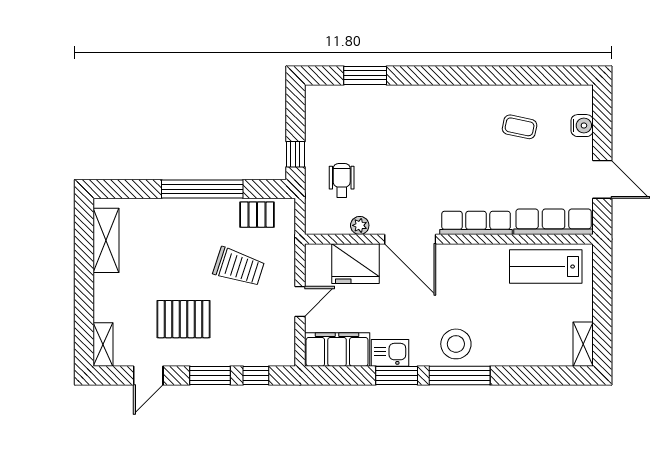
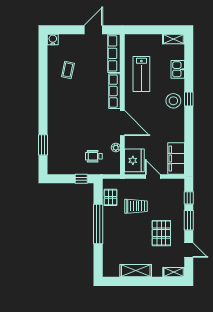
water cooler: (582, 126) -> (53, 40), moved
door: (410, 239) -> (122, 123), hinge flipped
shelving: (106, 240) -> (136, 271), moved
fridge: (356, 264) -> (134, 160), moved
trolley: (239, 267) -> (136, 206), turned 72
lab bench: (546, 267) -> (141, 74), moved
kitchen sink: (390, 353) -> (178, 69), moved
window: (397, 375) -> (189, 130), removed
window: (460, 375) -> (189, 99), width x0.46

